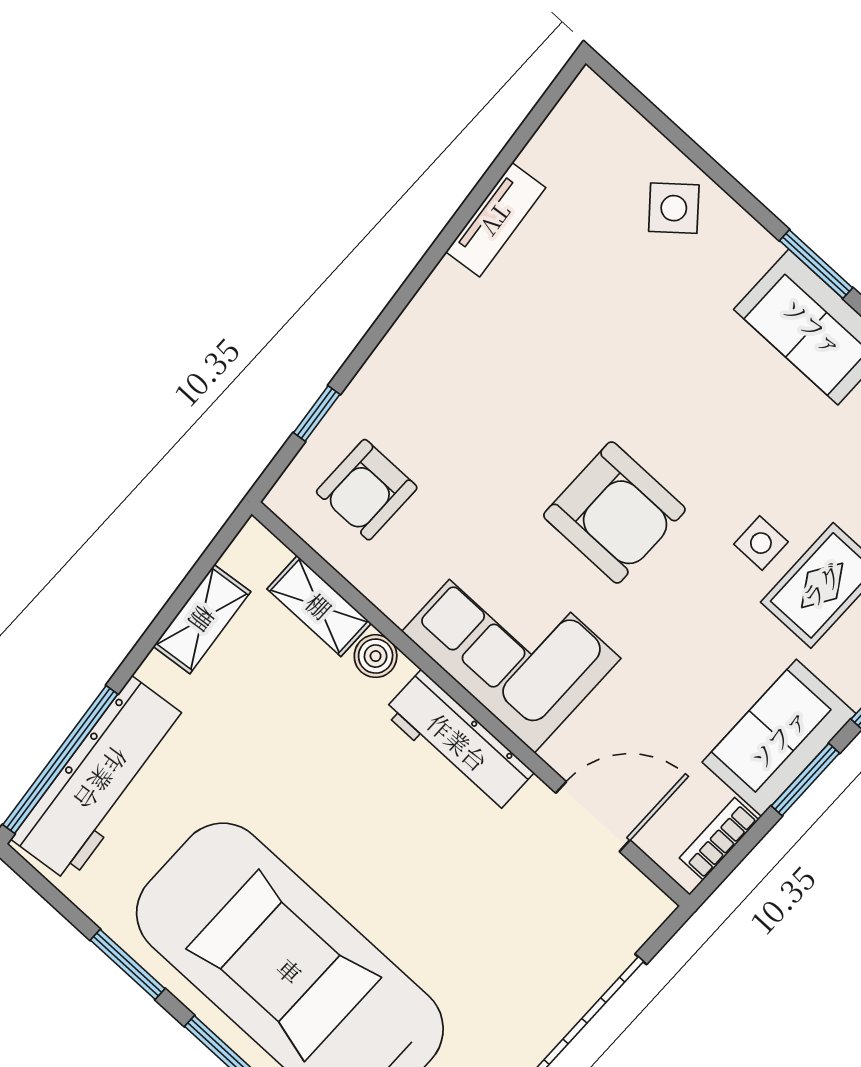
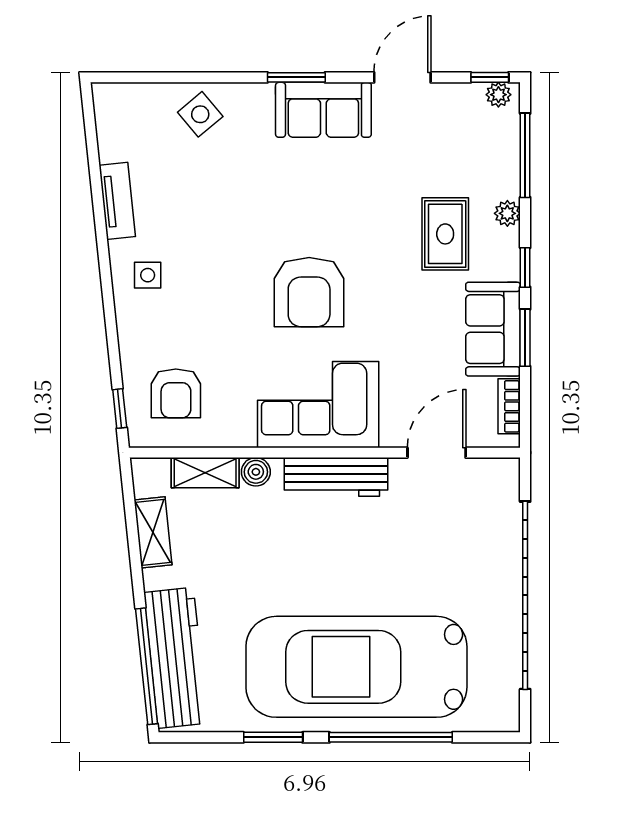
window: (317, 414) -> (120, 409), moved
armchair: (614, 512) -> (309, 292), turned 90
side table: (761, 543) -> (148, 275), moved

